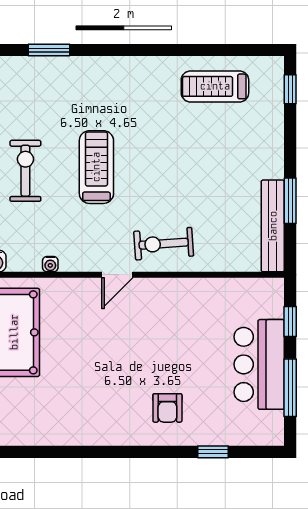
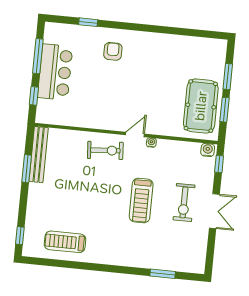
treadmill: (215, 86) -> (65, 242), turned 180
water cooler: (50, 264) -> (151, 143), moved

